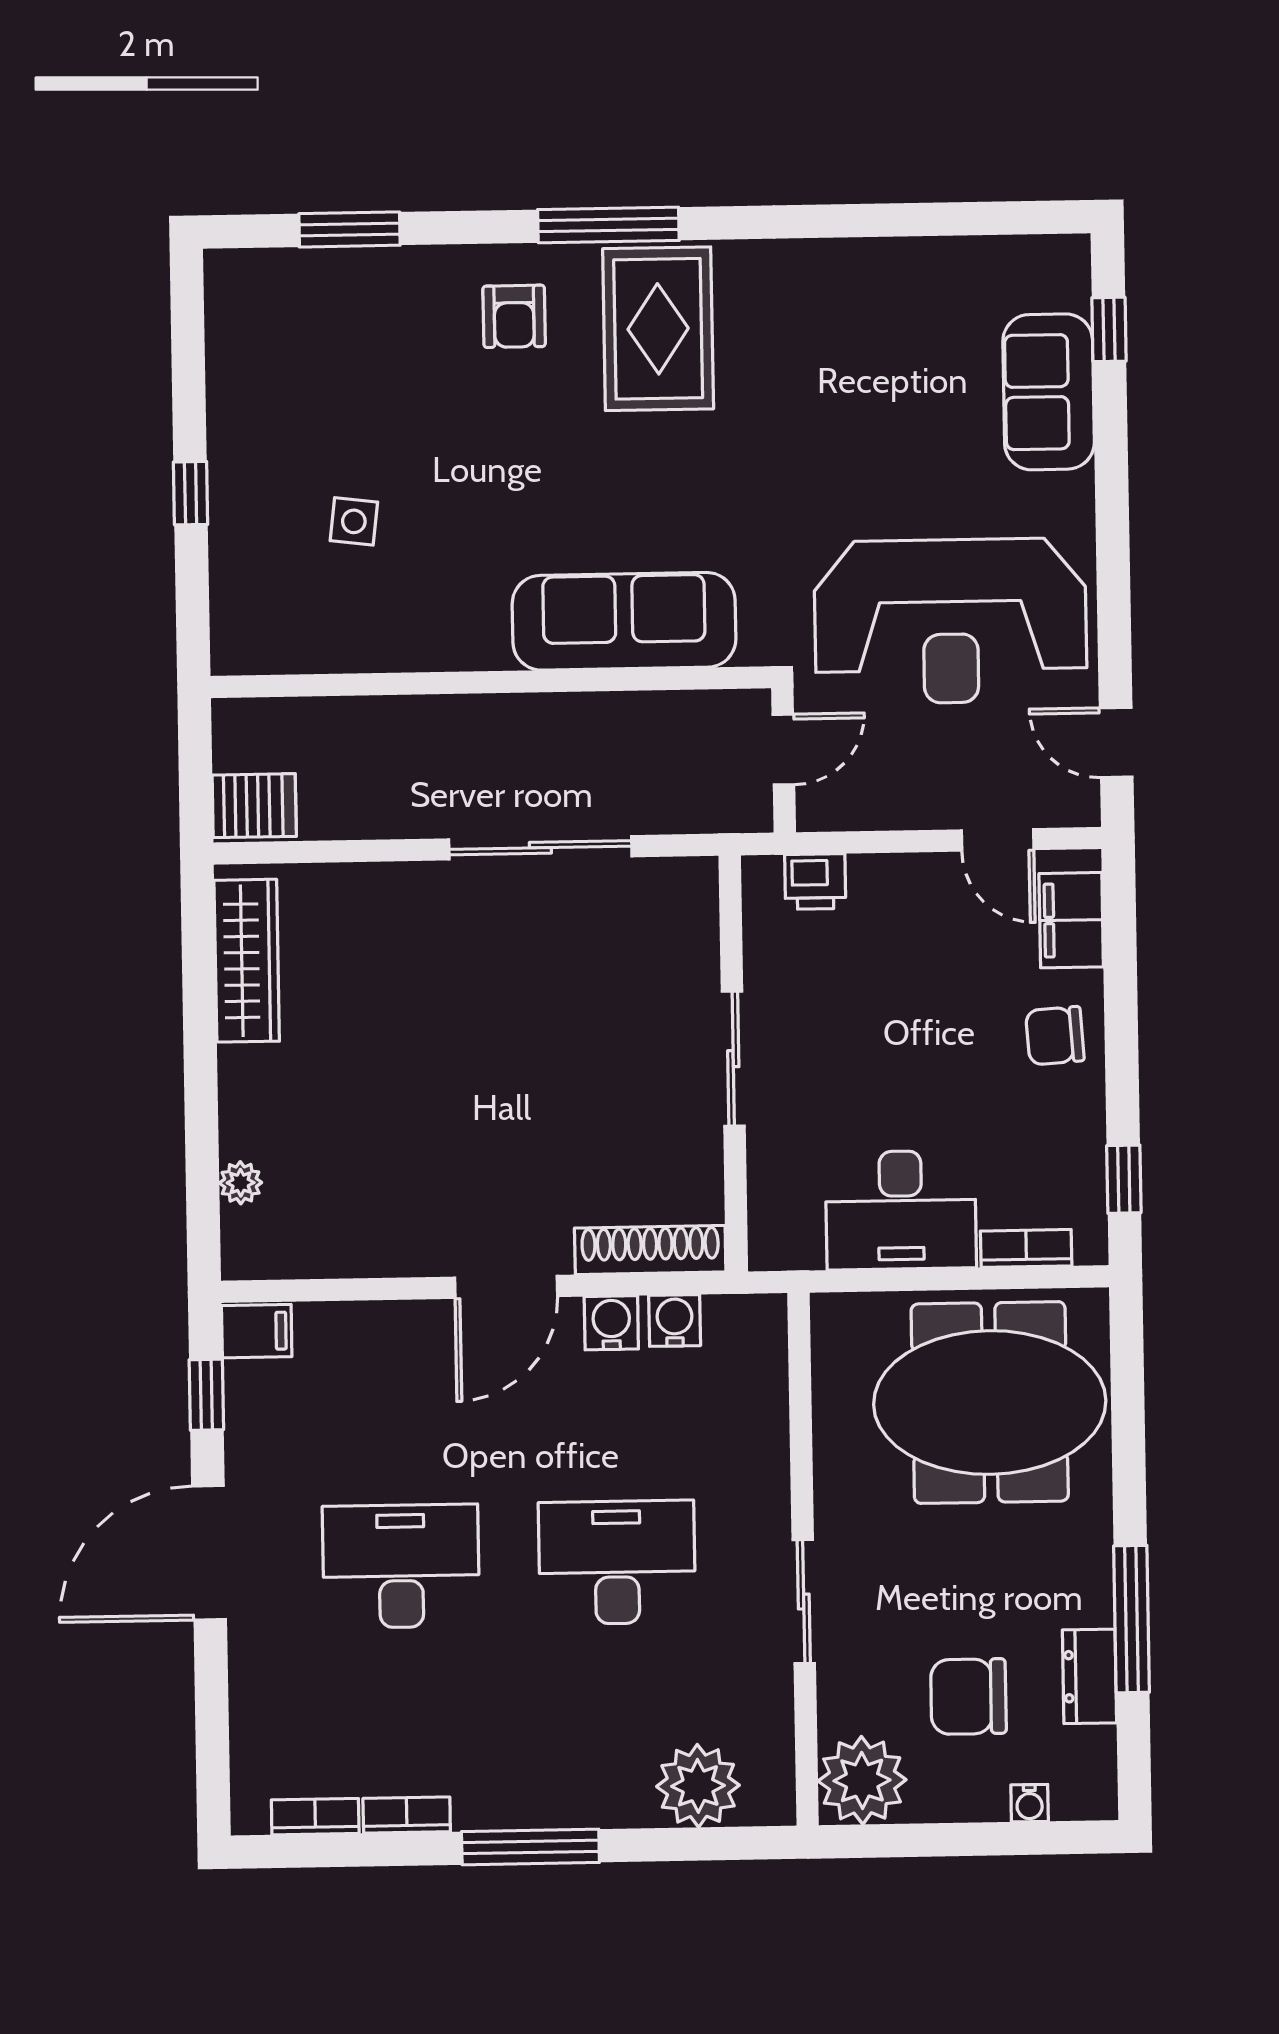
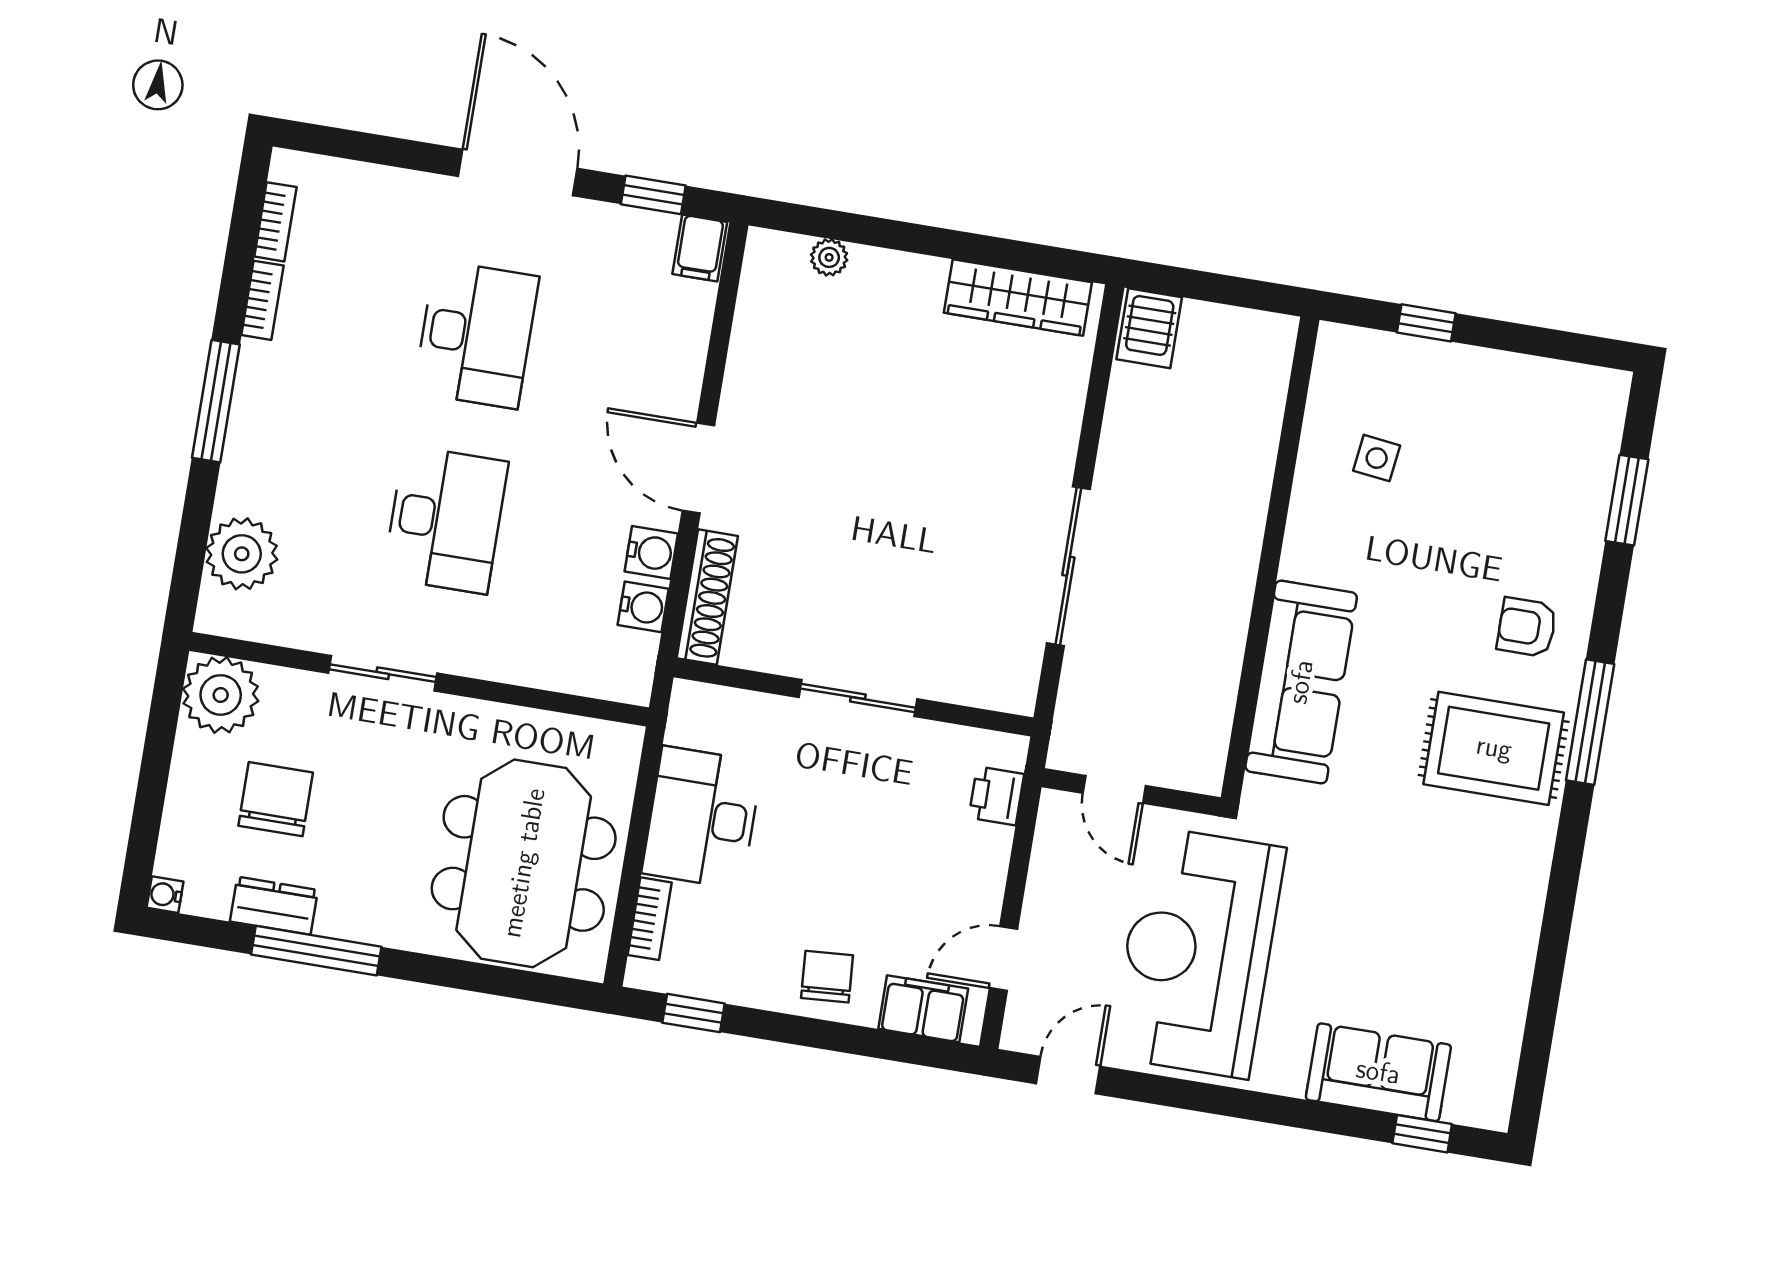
sofa: (624, 621) -> (1301, 682), moved
wall: (491, 682) -> (1270, 559), moved
water cooler: (1030, 1803) -> (165, 895), moved

